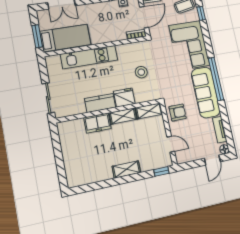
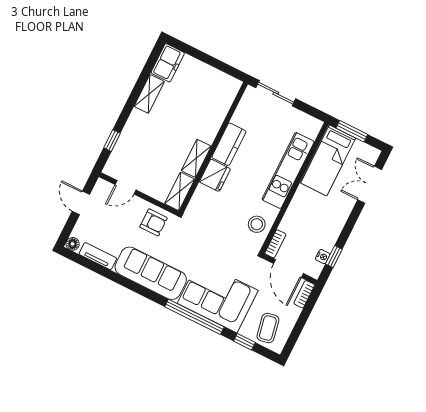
stool: (141, 72) -> (257, 224), moved
window: (216, 79) -> (194, 317), moved
armchair: (178, 113) -> (153, 222), turned -90
freezer: (97, 123) -> (168, 63), moved, turned 180
door: (212, 160) -> (81, 203), moved
shelving: (126, 169) -> (149, 94), moved
window: (161, 171) -> (112, 141), moved

